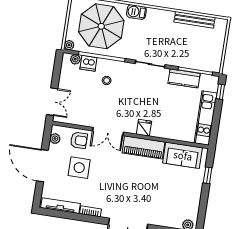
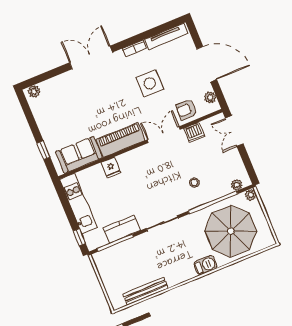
dishwasher: (88, 63) -> (194, 132), moved, turned 180
fridge: (144, 128) -> (111, 168), moved
side table: (79, 168) -> (150, 83), moved

